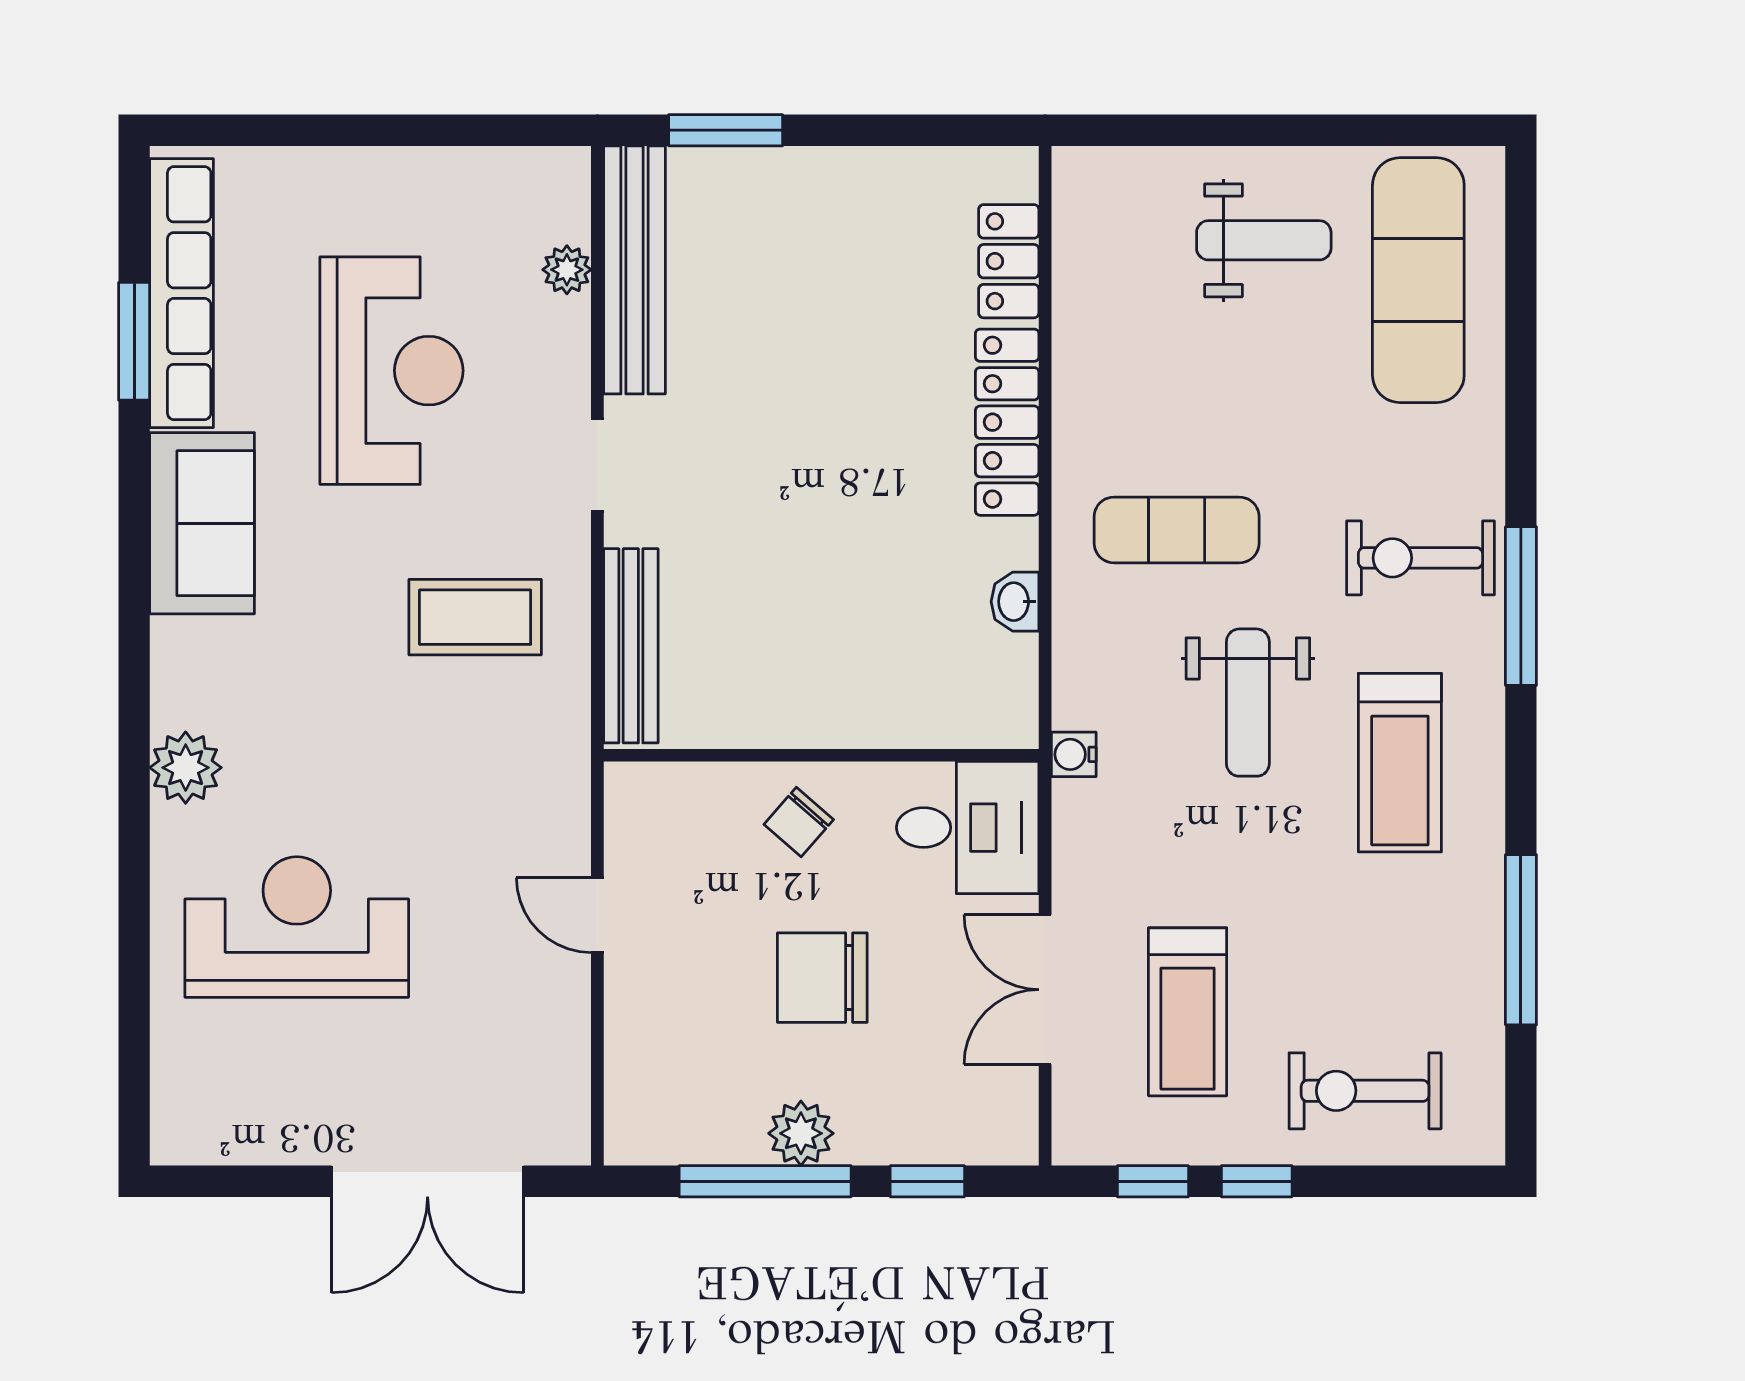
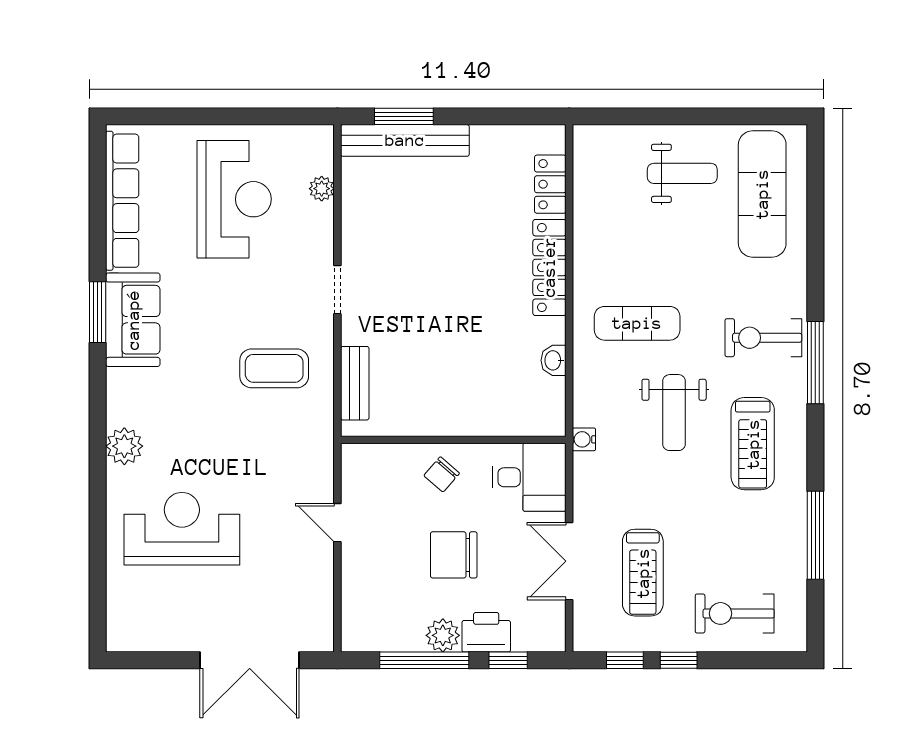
bench: (634, 270) -> (405, 140), moved, turned 90
window: (134, 341) -> (98, 312), moved
reception desk: (392, 371) -> (234, 199), moved
bench: (631, 646) -> (355, 383), width x0.73
printer: (885, 1127) -> (486, 632), added

